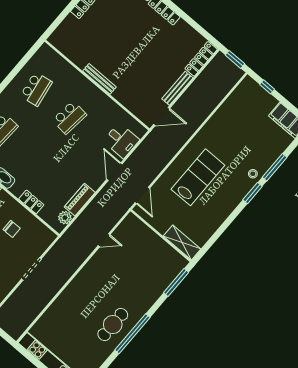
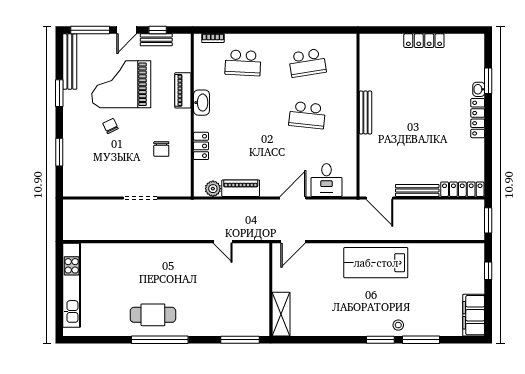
lab bench: (198, 177) -> (376, 263), moved, turned 180

